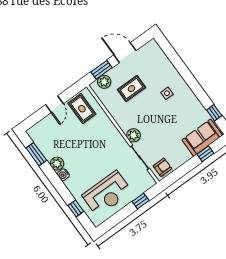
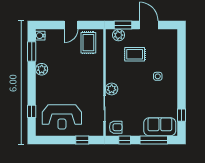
window: (205, 154) -> (154, 140), width x2.17
window: (179, 173) -> (125, 140), added
water cooler: (63, 175) -> (40, 36), moved

